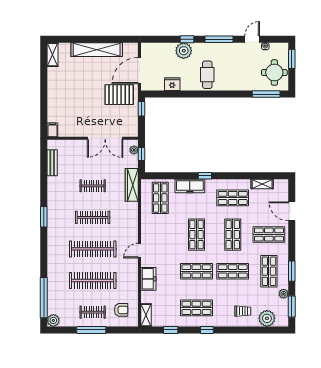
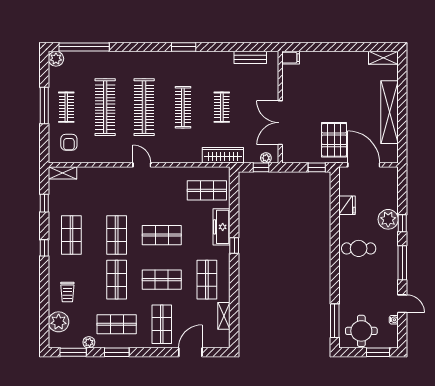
freezer: (148, 279) -> (107, 176), removed

